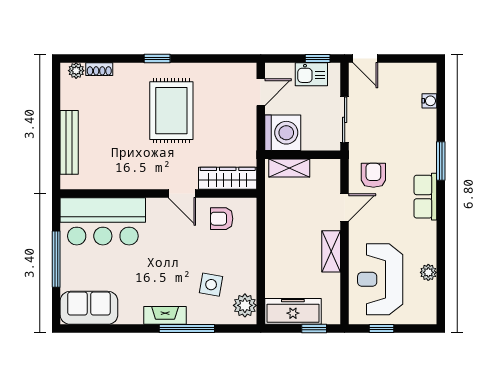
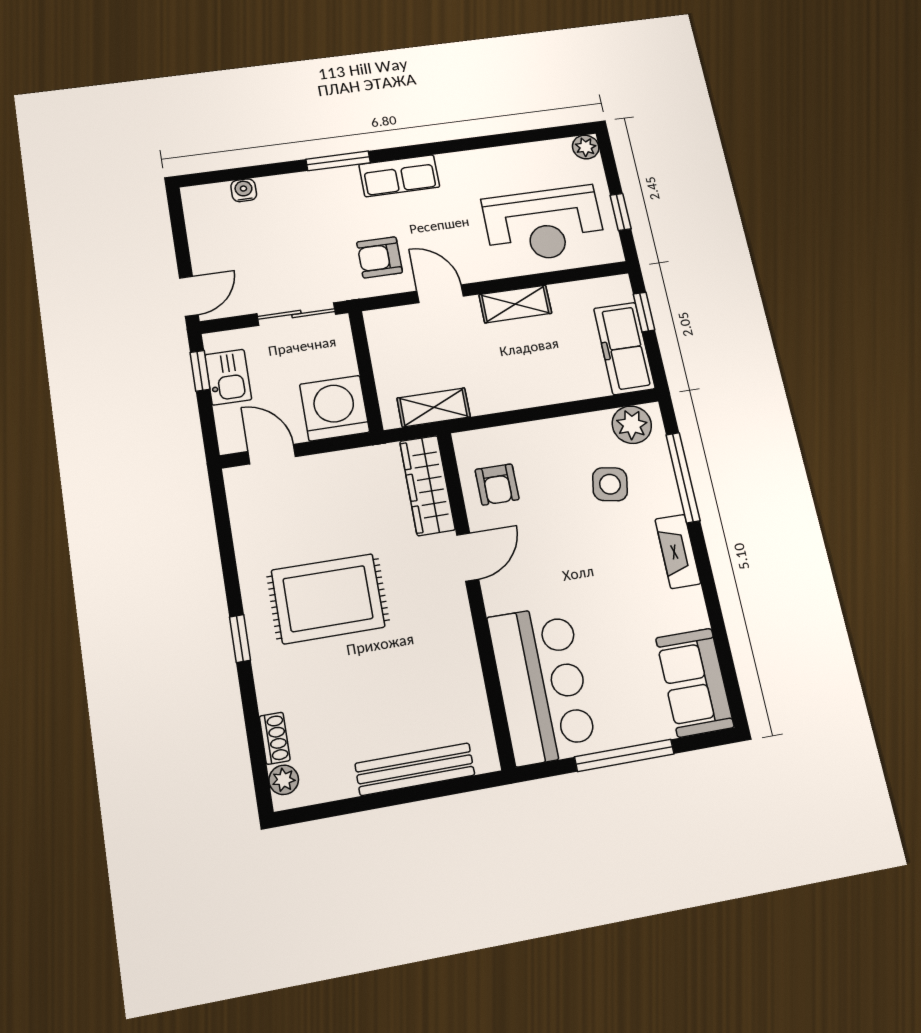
shelving: (289, 168) -> (434, 407), moved, turned 90
plant: (428, 272) -> (586, 147), moved
window: (187, 329) -> (683, 478), moved

